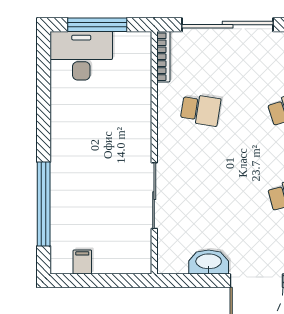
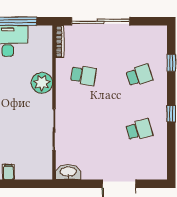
plant: (135, 122) -> (42, 83), added
washbasin: (209, 262) -> (68, 172), moved

